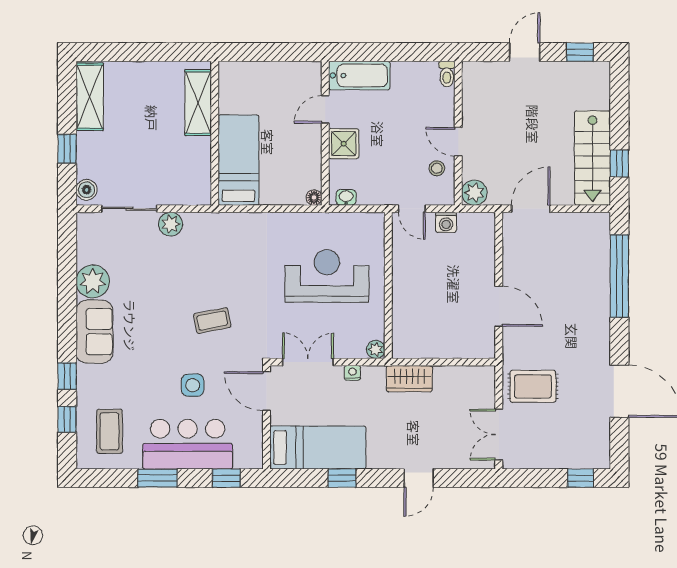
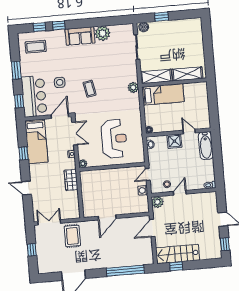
shelving: (90, 97) -> (156, 76), moved
door: (531, 209) -> (152, 228), swing flipped
plant: (171, 224) -> (133, 87), moved
bar counter: (188, 444) -> (34, 96), moved
window: (580, 478) -> (32, 250), moved

